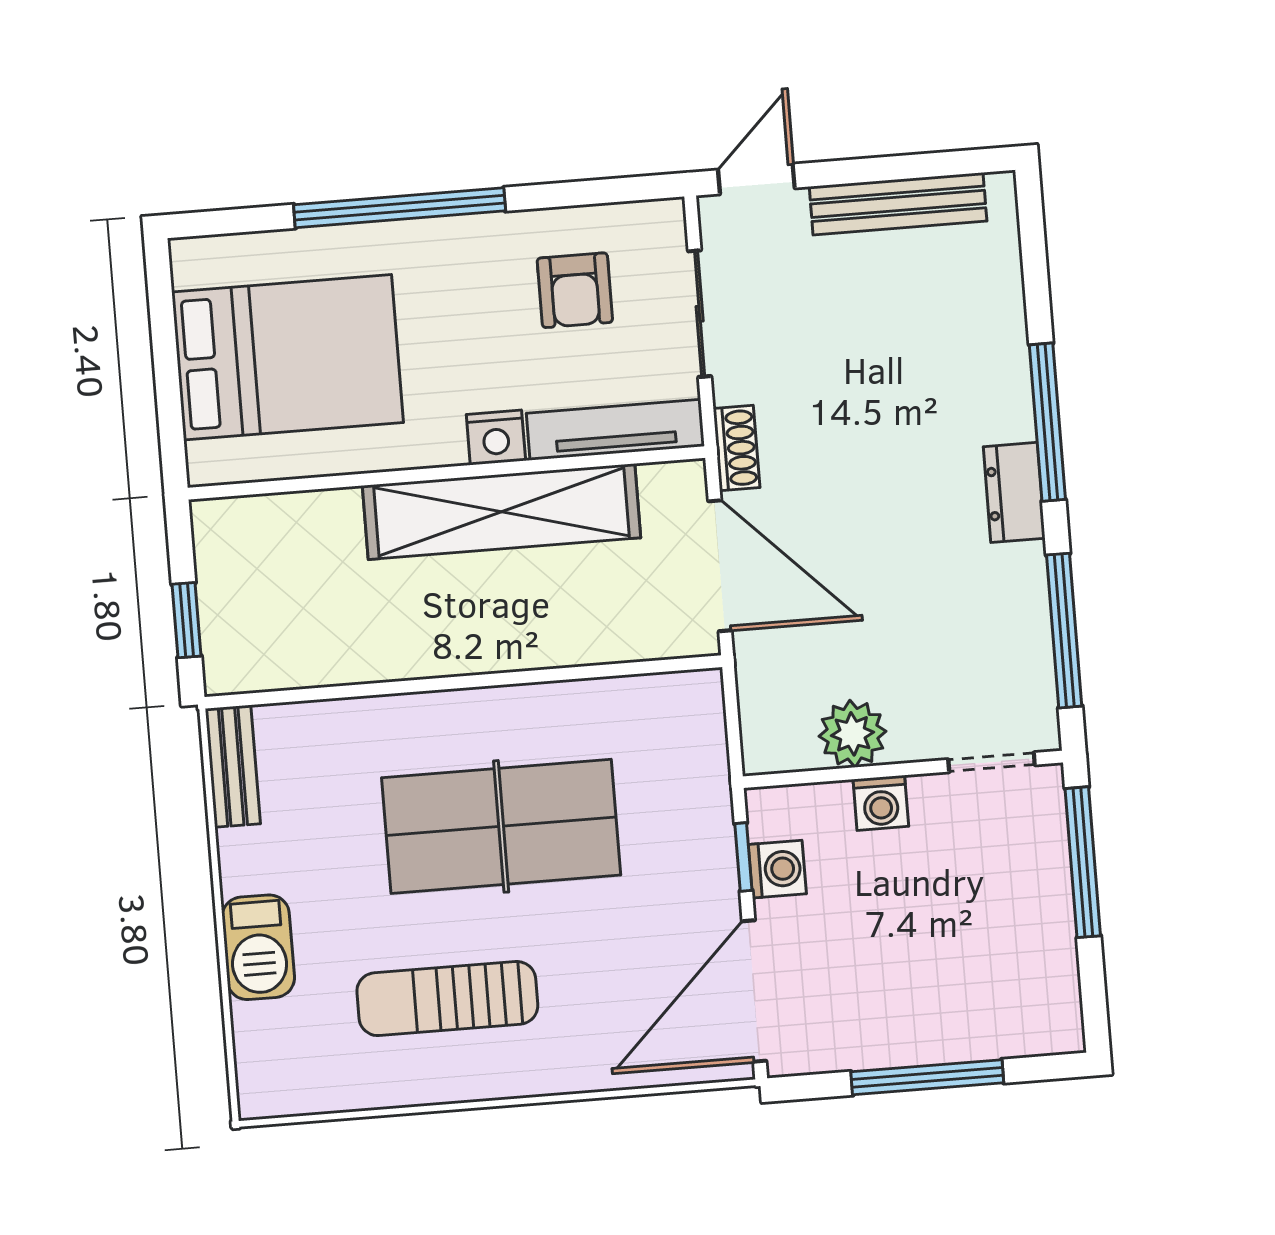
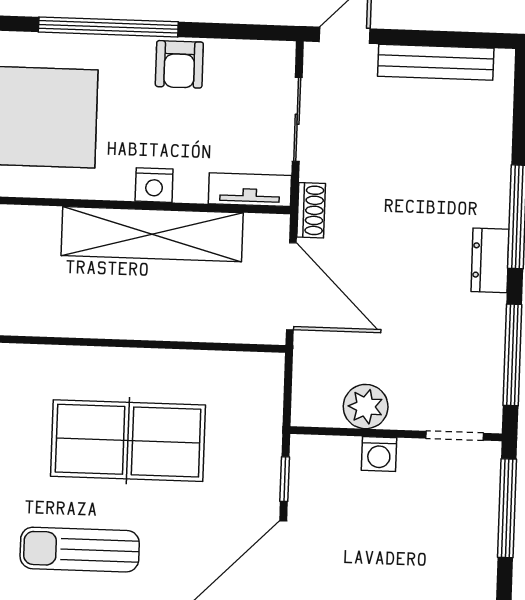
armchair: (575, 290) -> (179, 64), moved
tv unit: (615, 430) -> (250, 190), width x0.71
washing machine: (777, 869) -> (306, 490), removed

